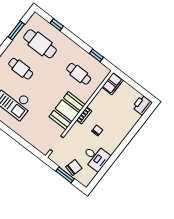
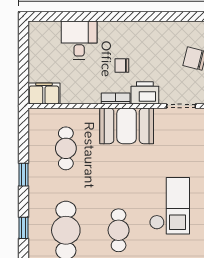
window: (96, 55) -> (24, 175), moved
printer: (142, 105) -> (145, 93), moved, turned 180
desk: (96, 157) -> (79, 40), moved

